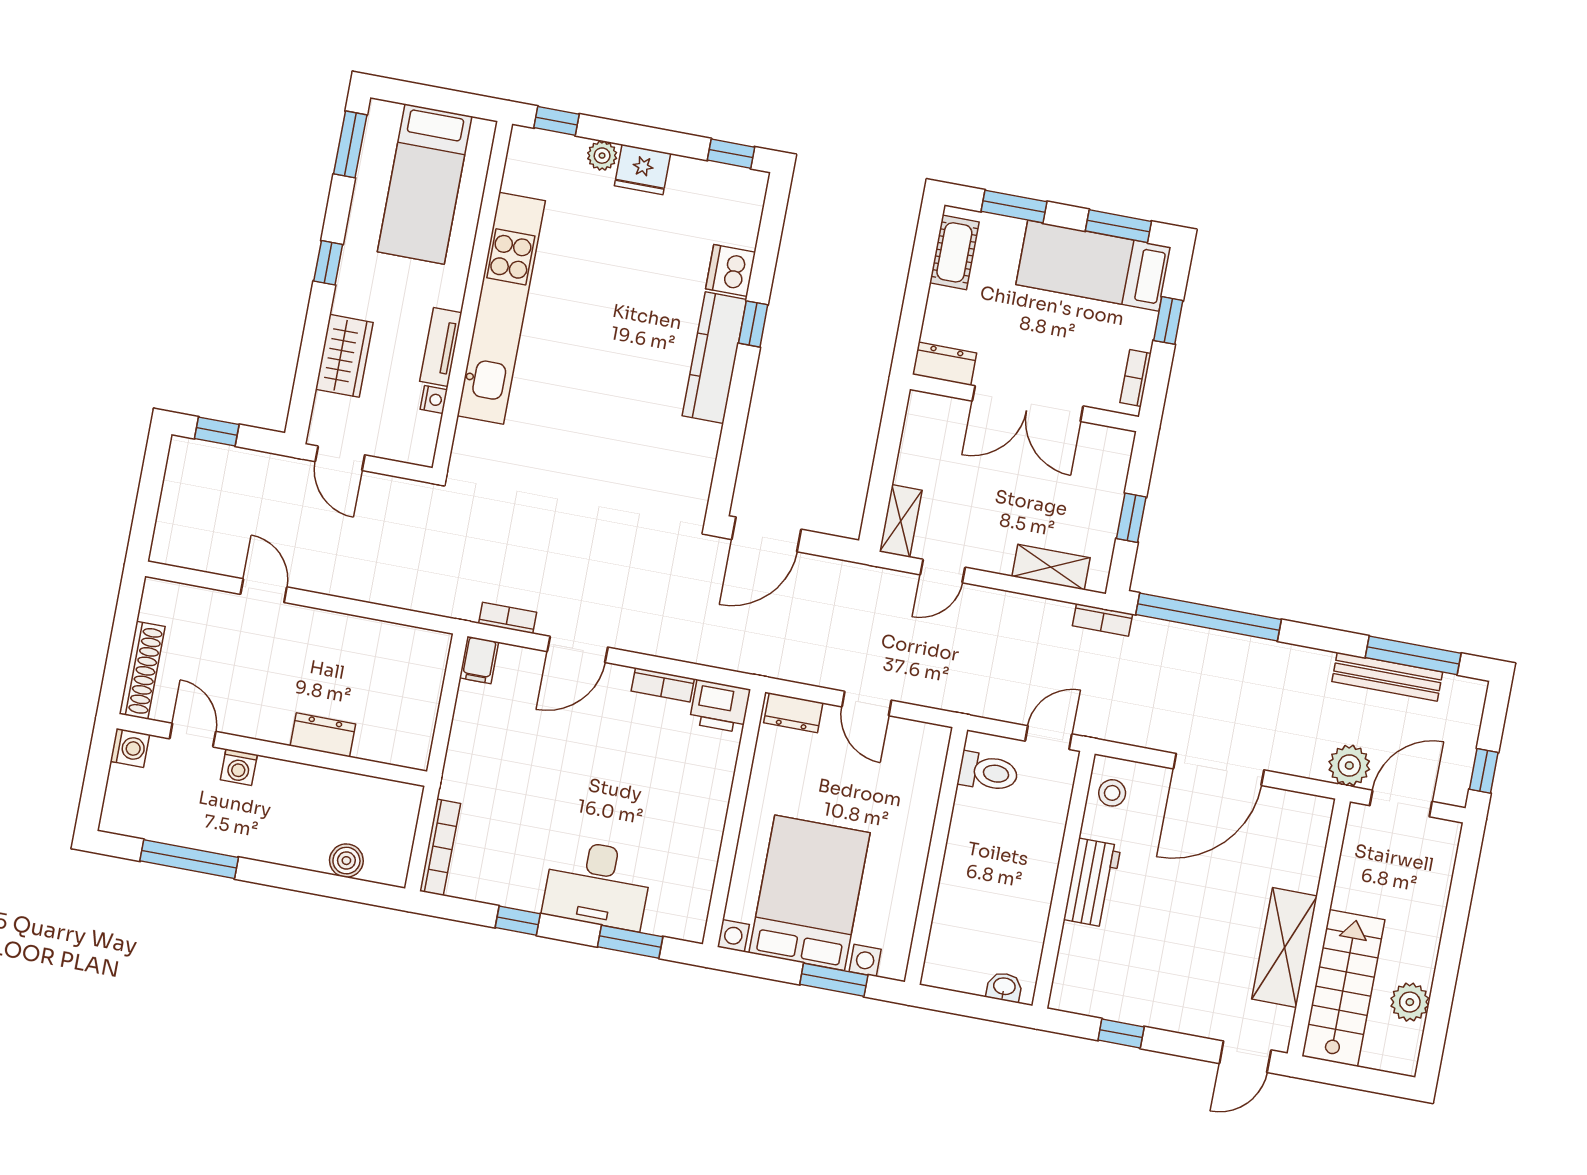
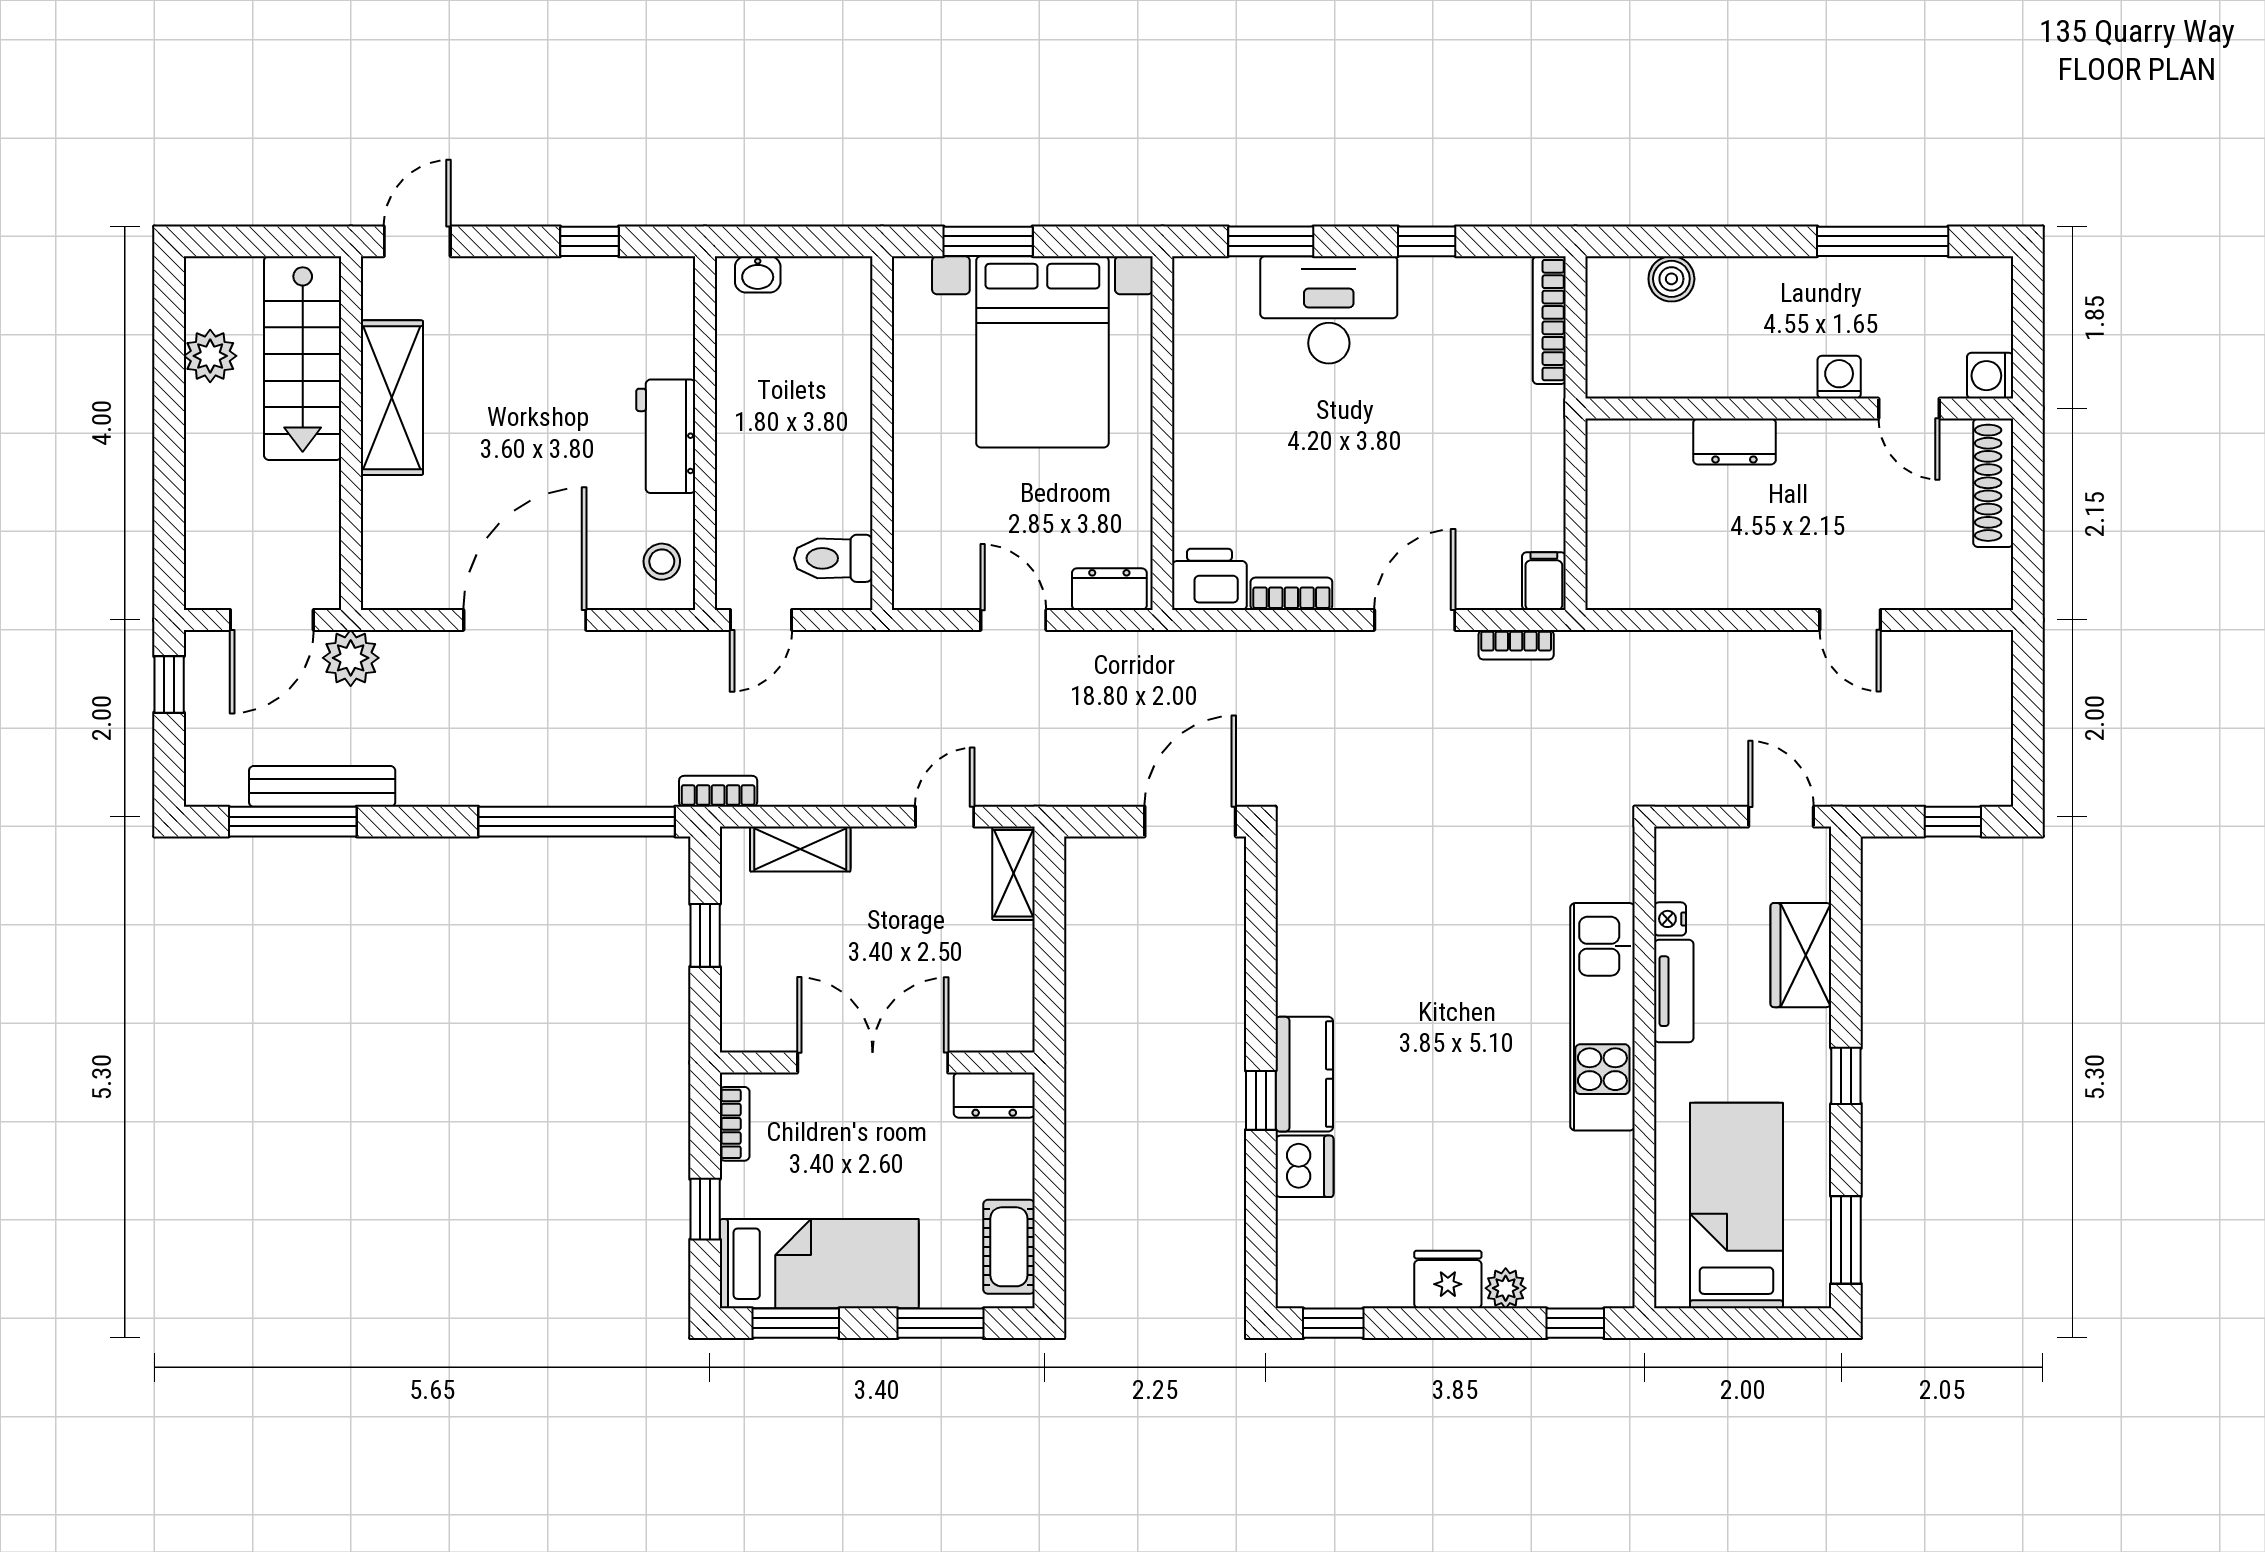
kitchen unit: (501, 308) -> (1602, 1017), width x0.73
kitchen counter: (714, 358) -> (1304, 1074), width x0.67

